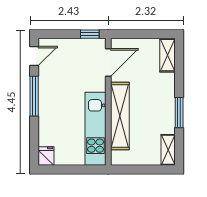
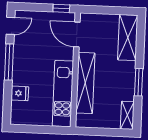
shelving: (168, 55) -> (128, 38), width x1.50, depth x1.33
door: (108, 63) -> (77, 35), swing flipped
fridge: (46, 156) -> (20, 93), moved, turned 90

